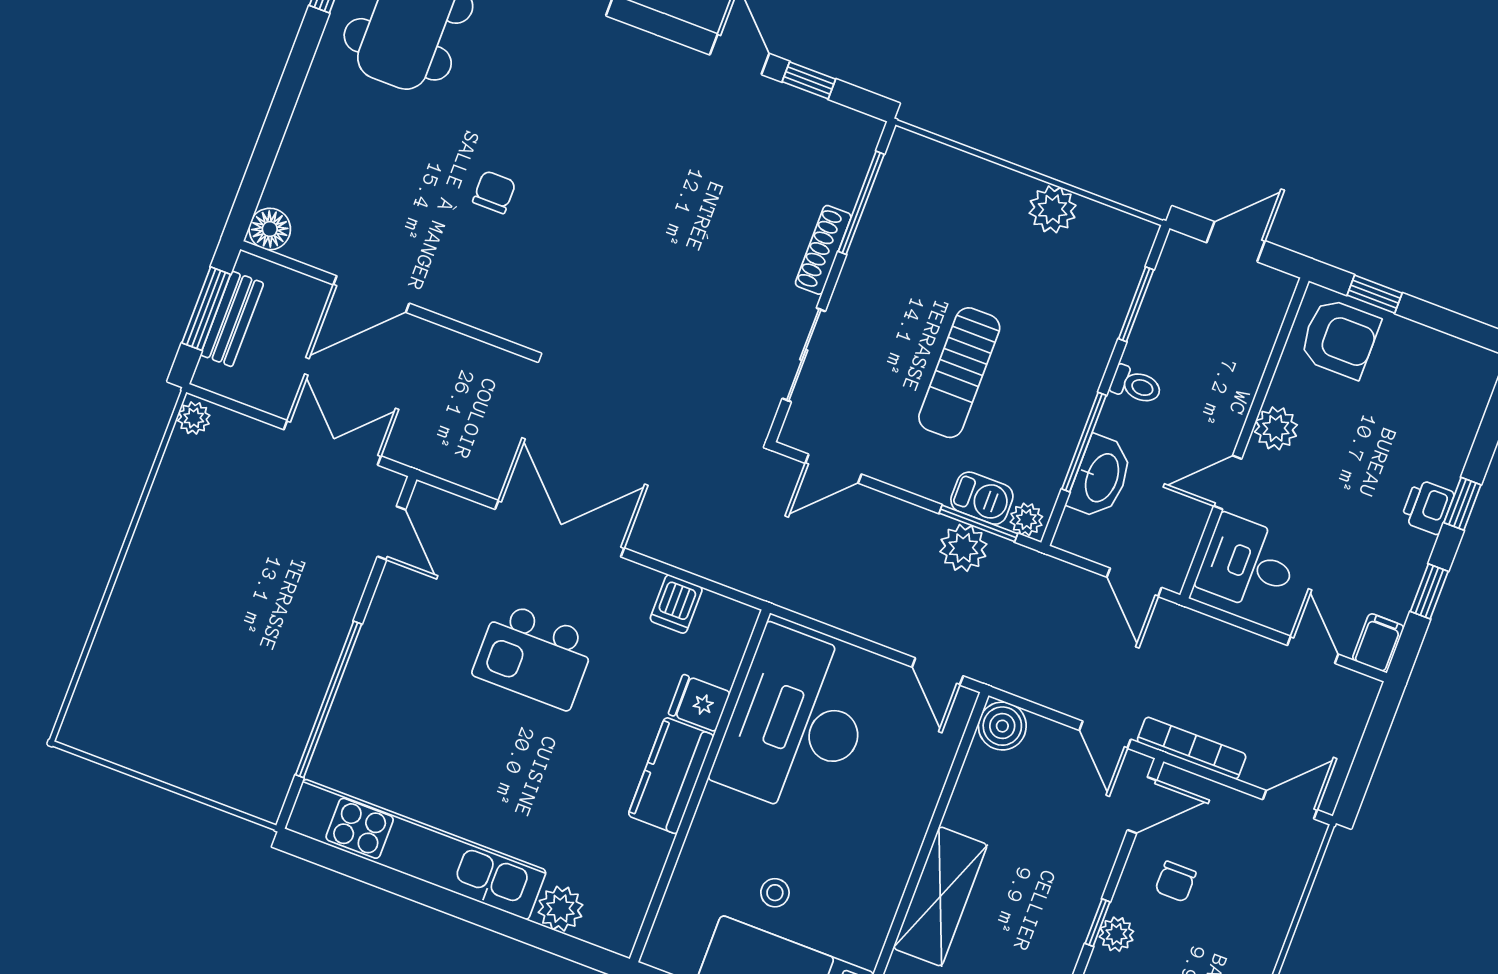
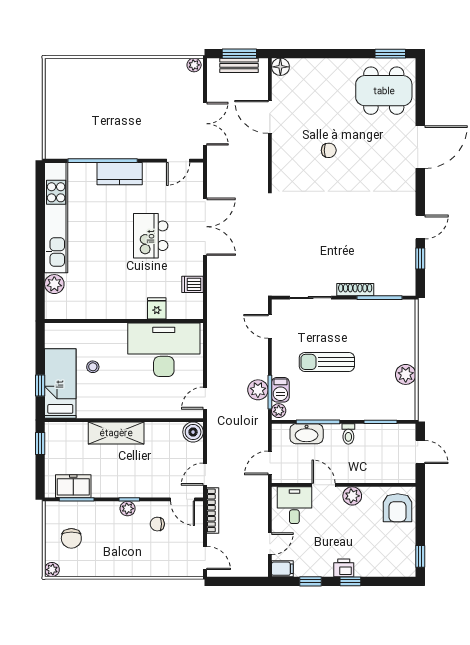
window: (1375, 294) -> (420, 556), moved
kitchen counter: (671, 776) -> (120, 174), moved, turned 180

